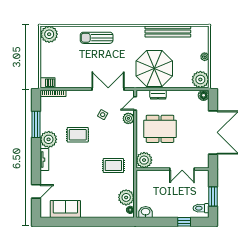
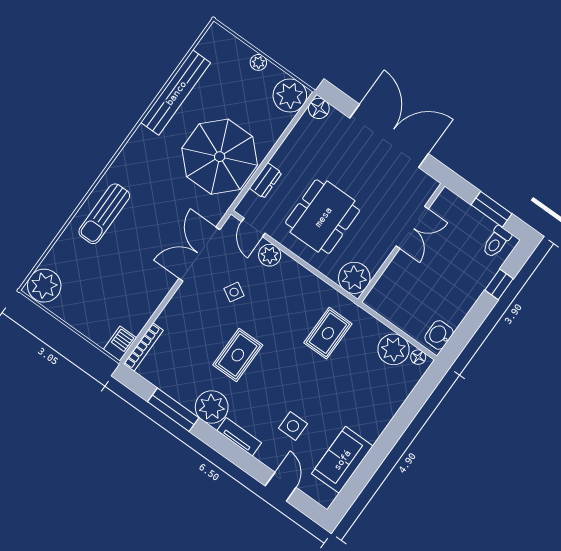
side table: (65, 179) -> (293, 426), added

